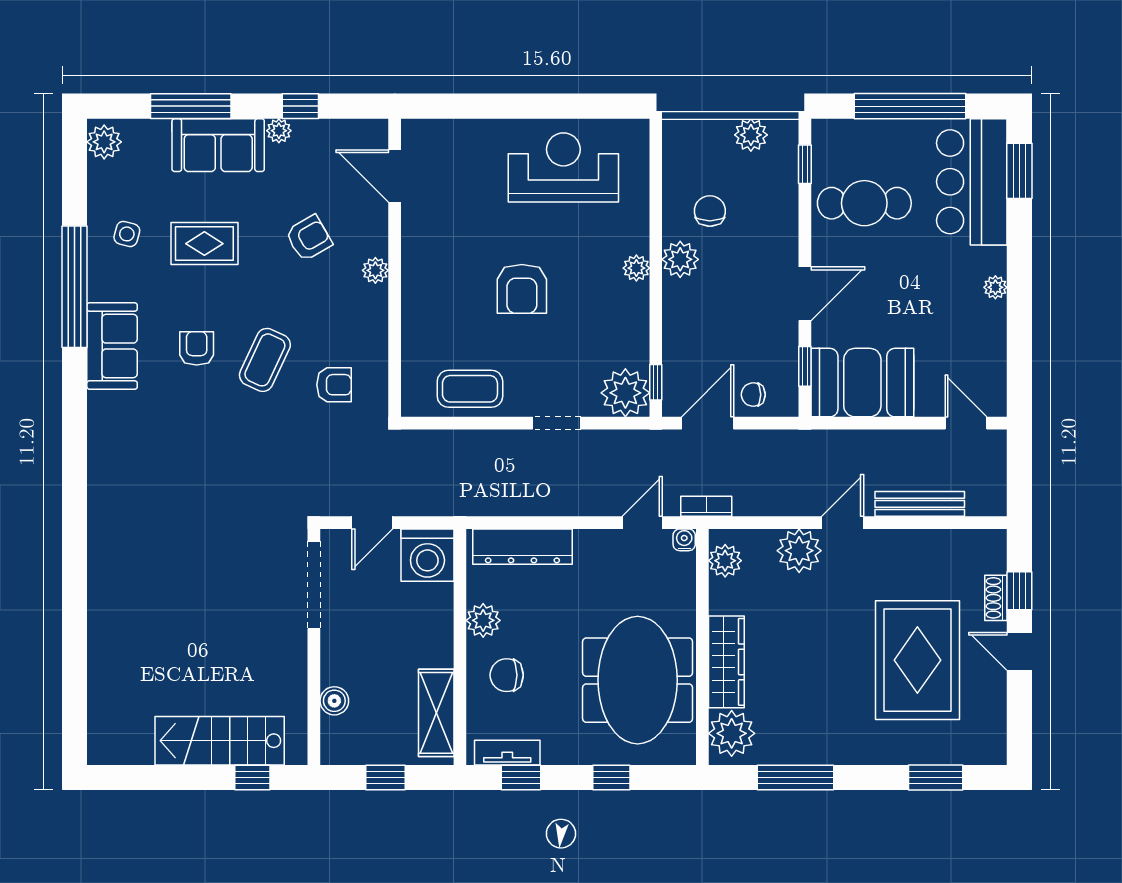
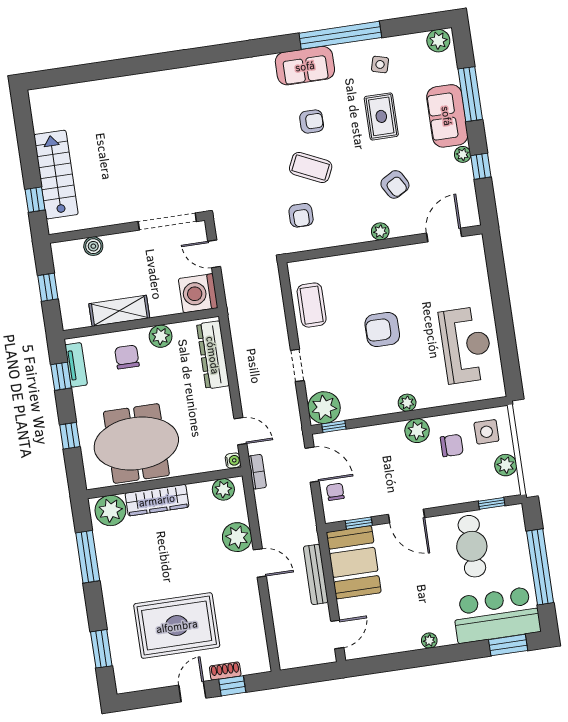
side table: (697, 156) -> (486, 432), added
bench: (920, 504) -> (316, 574), moved
shelving: (436, 713) -> (119, 311), moved

